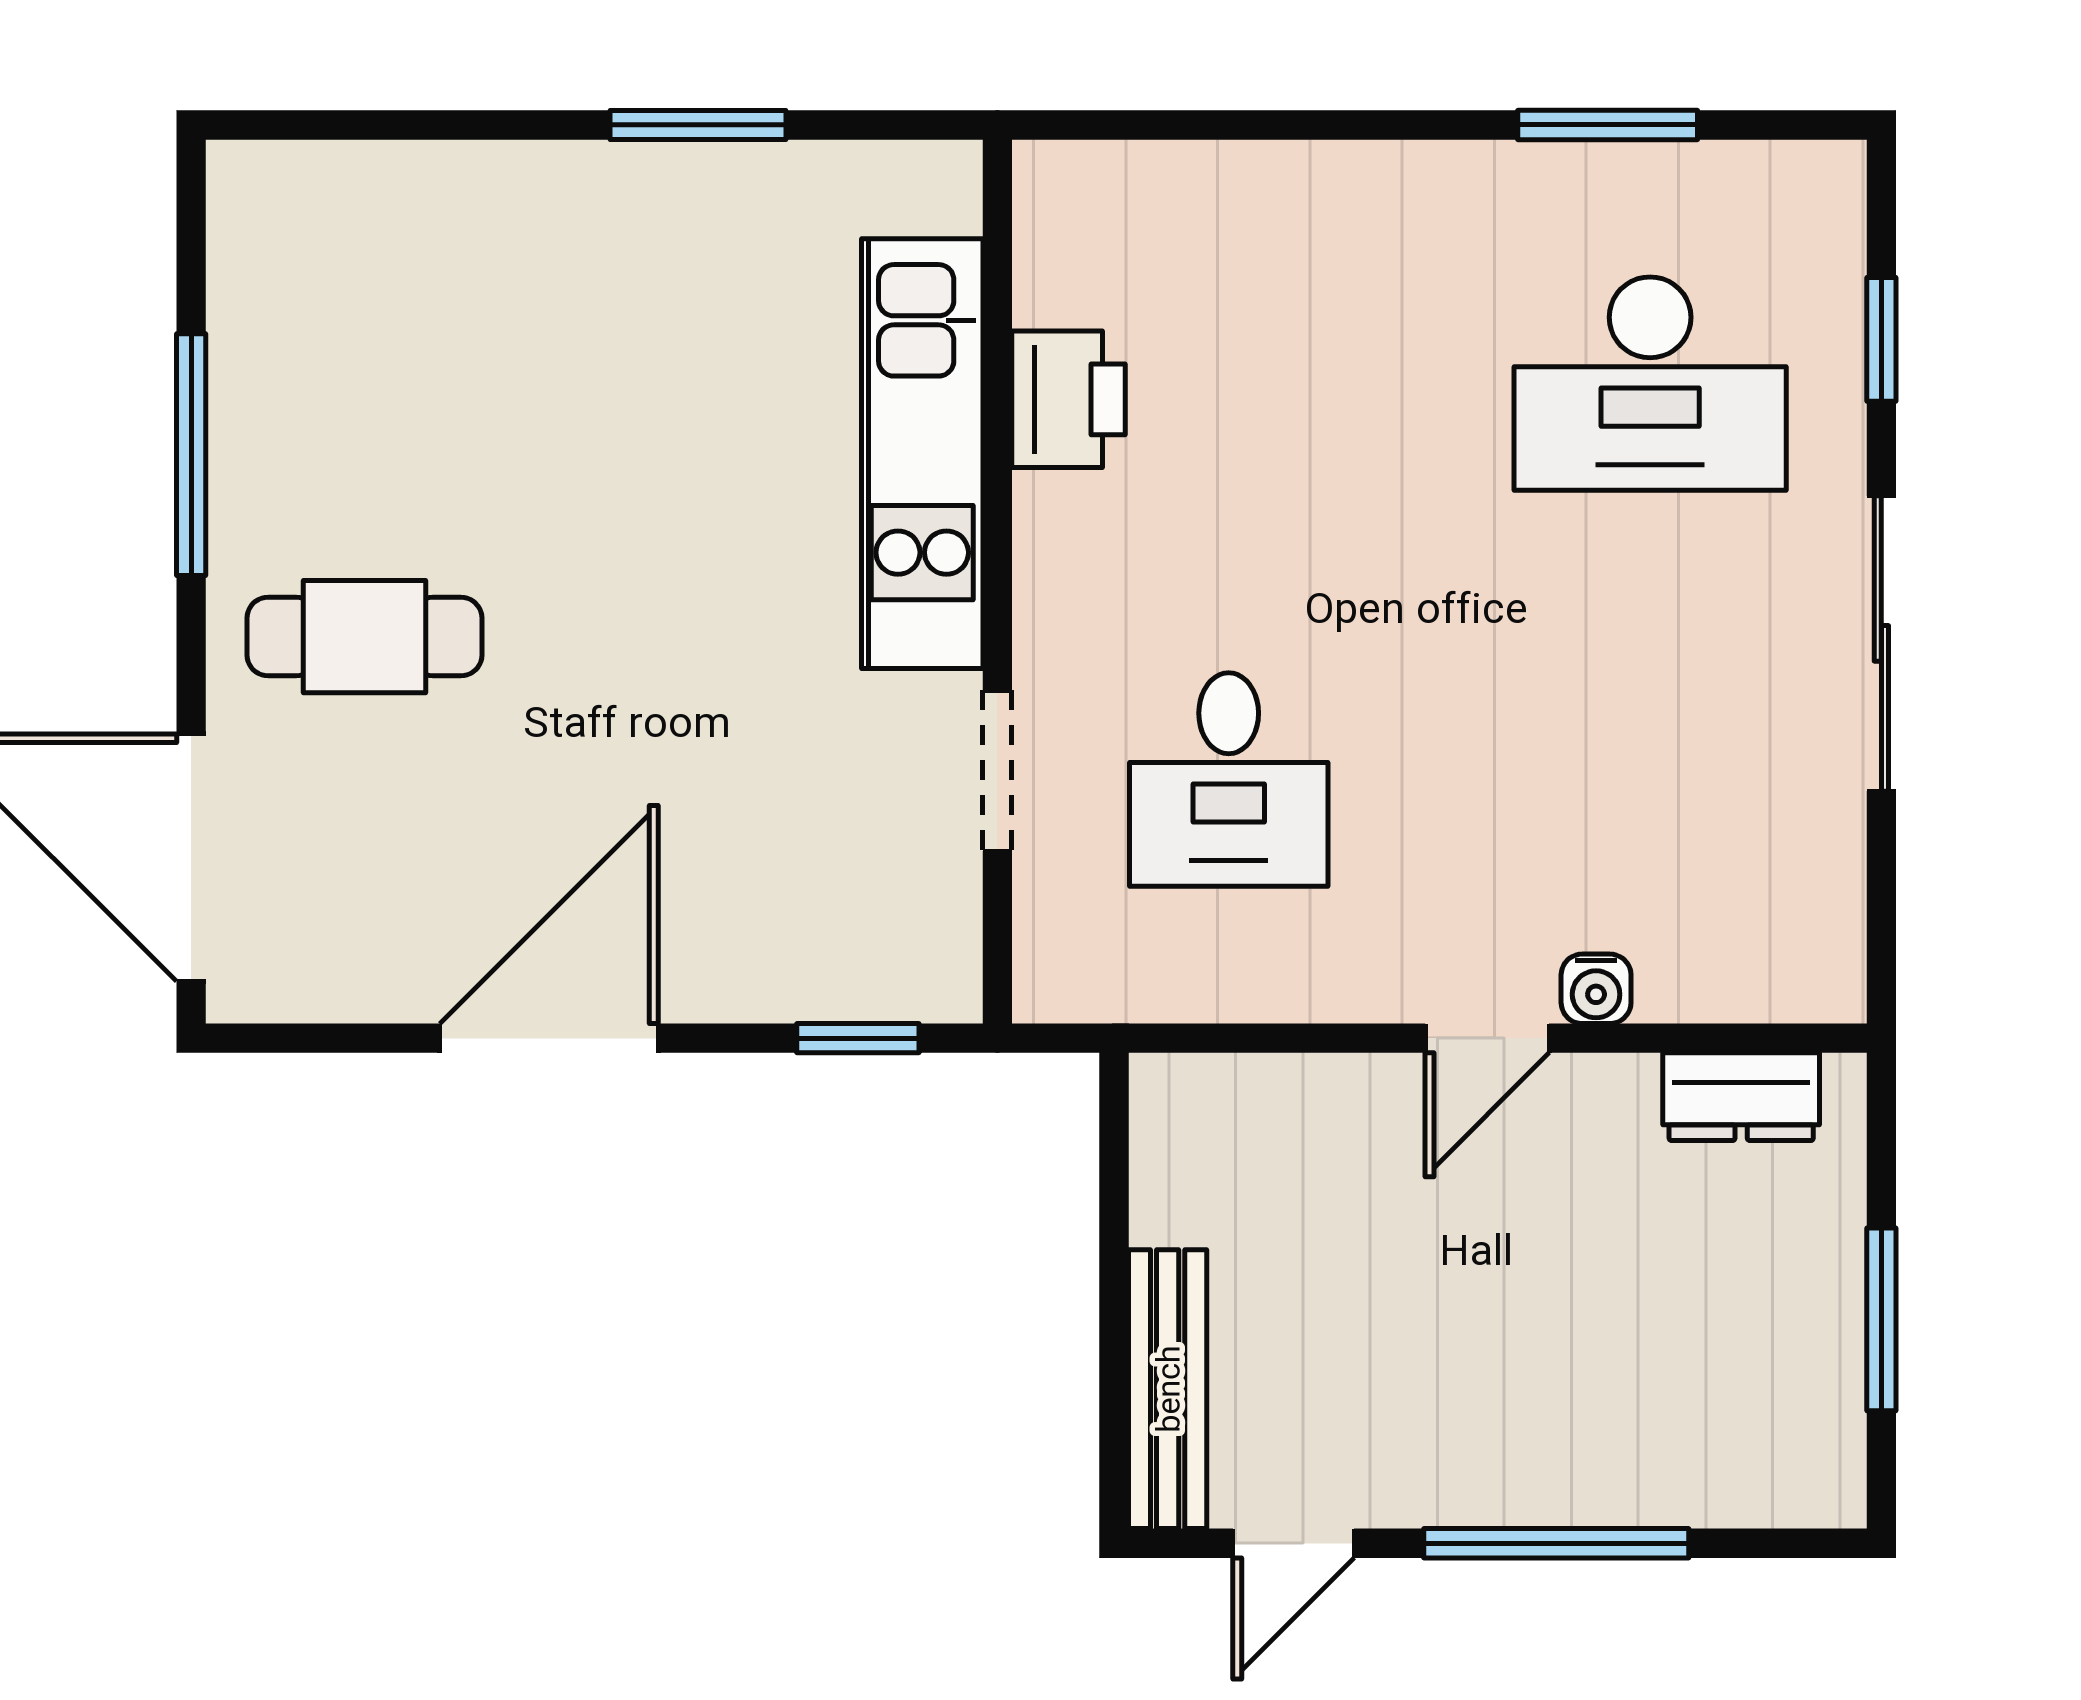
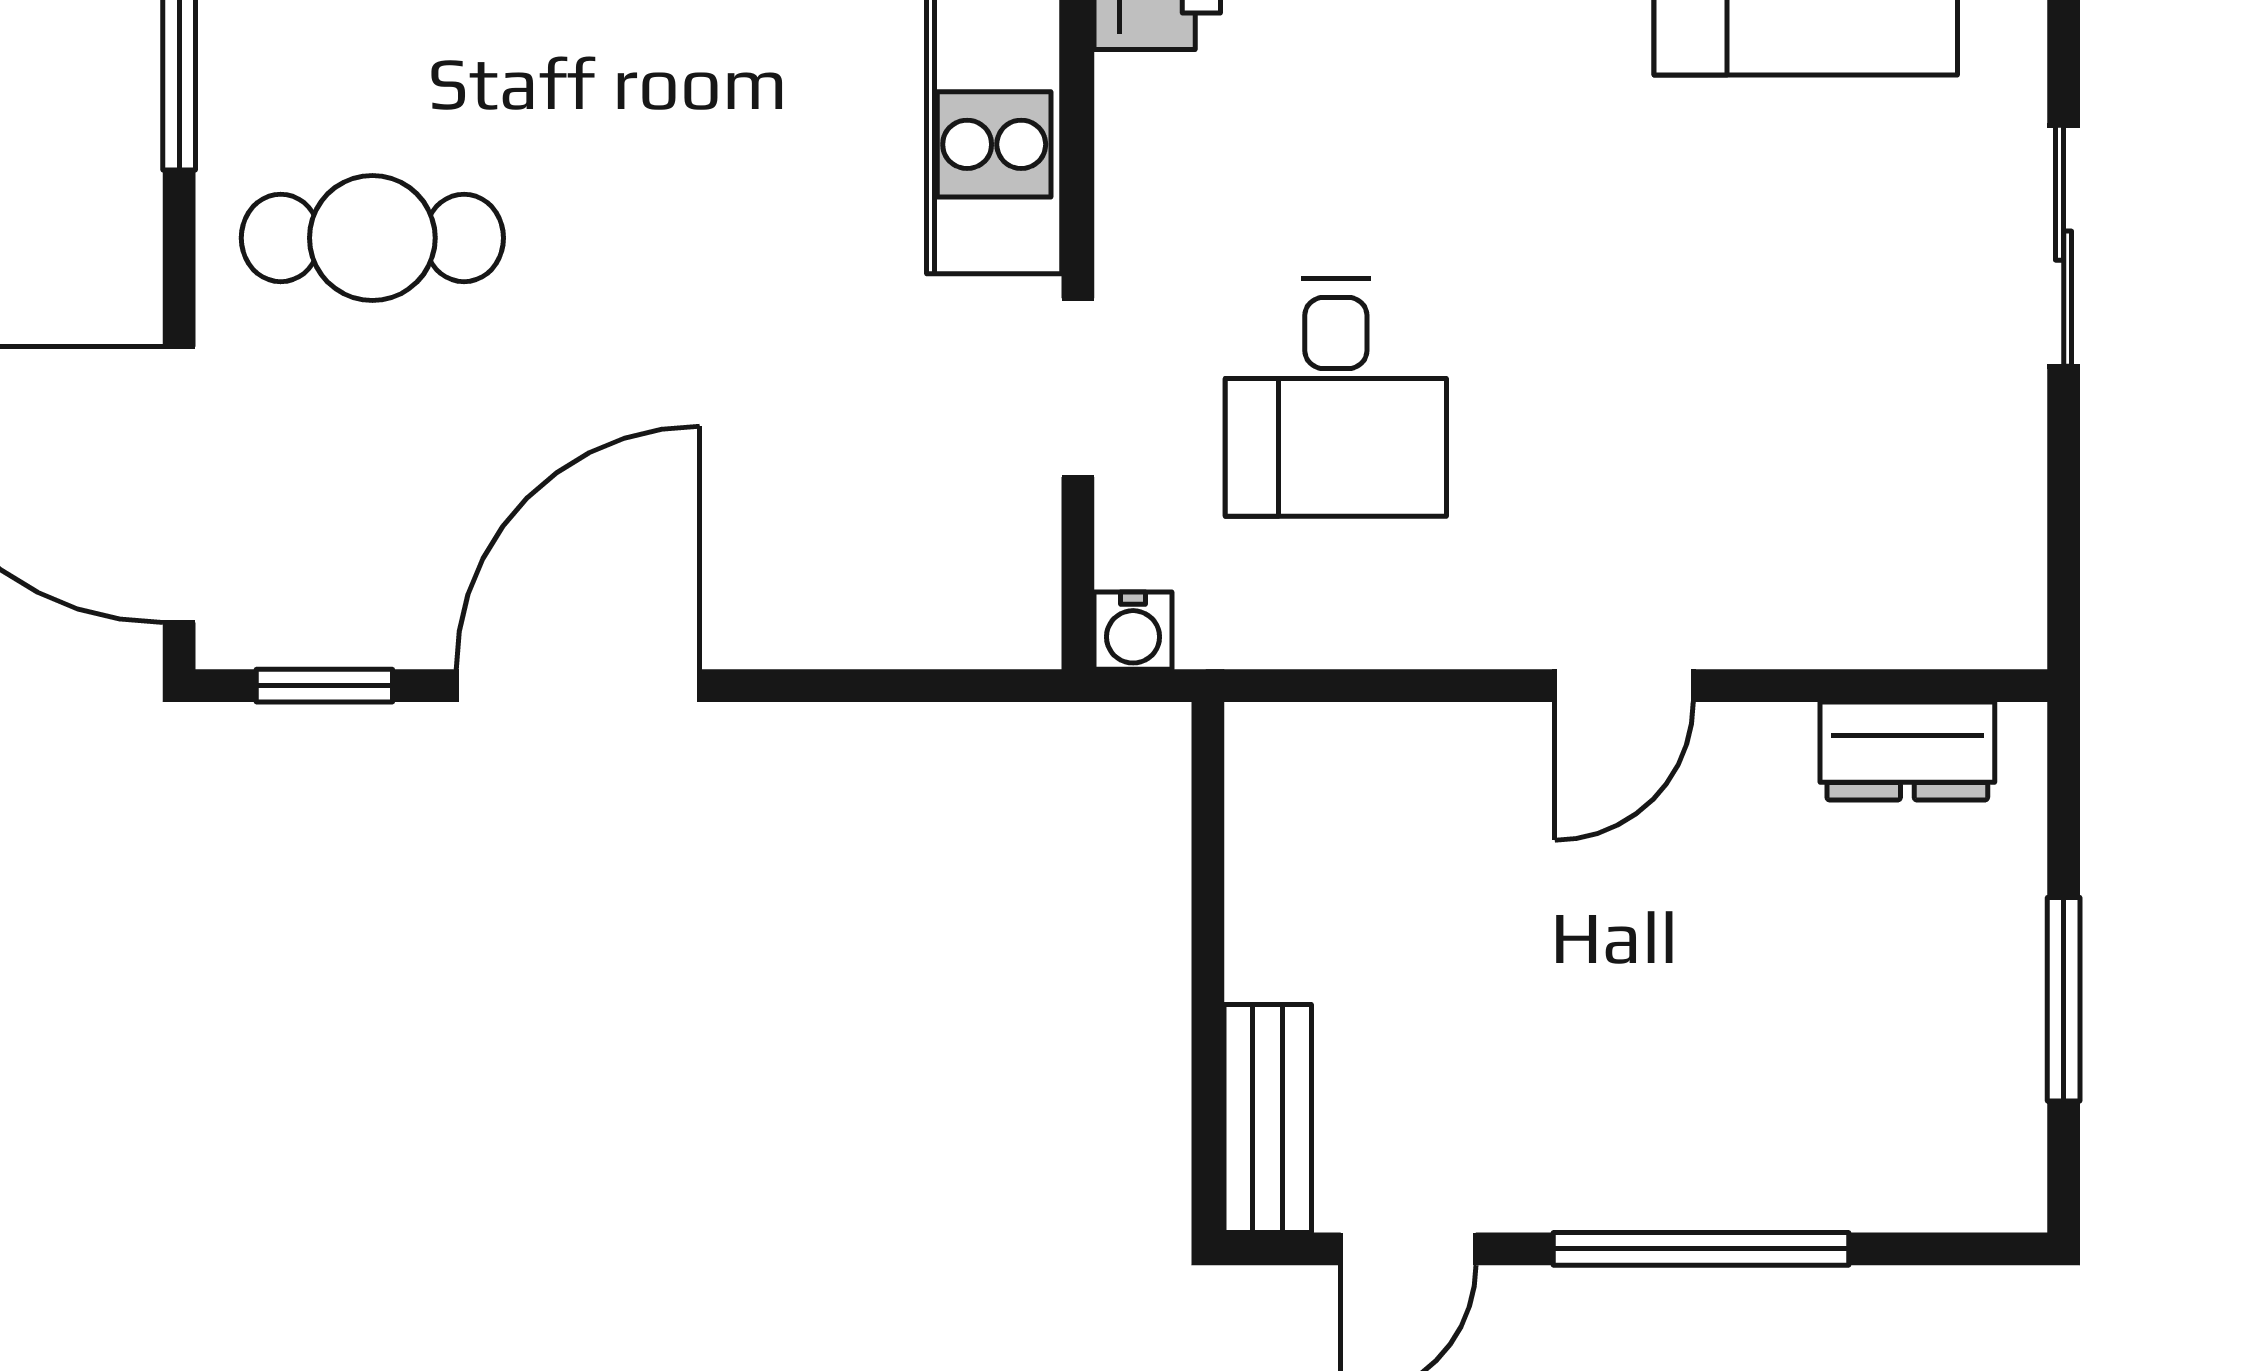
sliding door: (1881, 643) -> (2064, 246), width x0.73
water cooler: (1596, 989) -> (1133, 631), moved
window: (858, 1038) -> (324, 686), moved
bench: (1168, 1389) -> (1268, 1118), width x0.73

